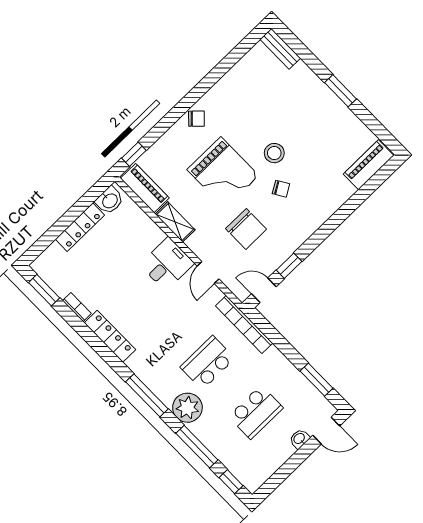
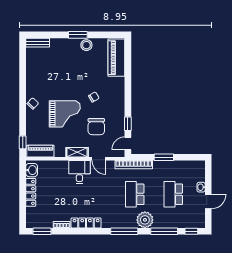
stool: (274, 153) -> (86, 45), moved
piano: (369, 165) -> (116, 58), width x1.37, depth x1.33
shelving: (175, 222) -> (77, 152), moved
chair: (246, 229) -> (96, 127), turned 90
window: (316, 380) -> (164, 157), moved
school desk: (256, 412) -> (173, 194), turned 180
door: (326, 431) -> (208, 201), moved

